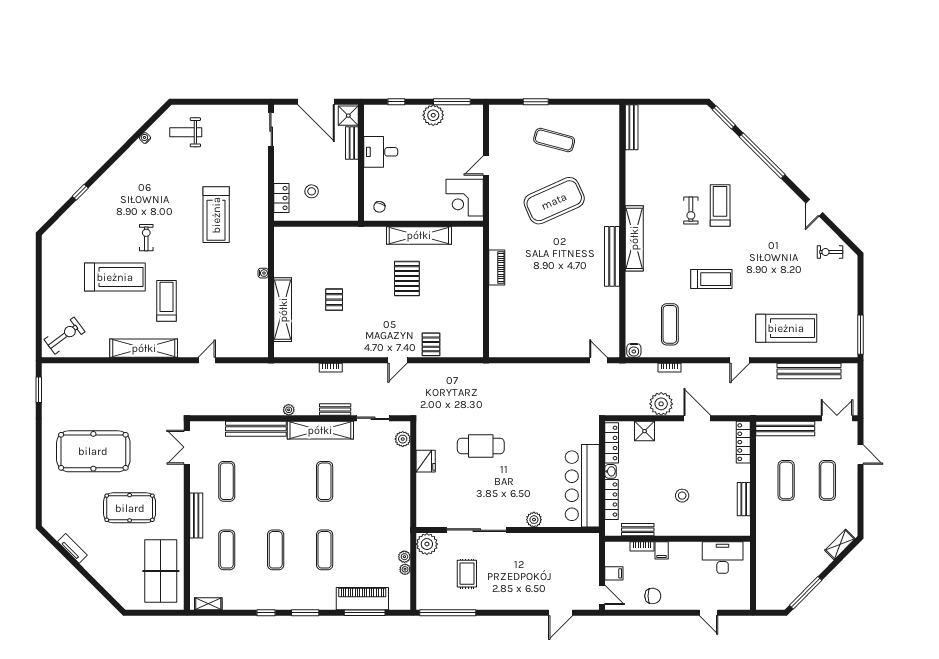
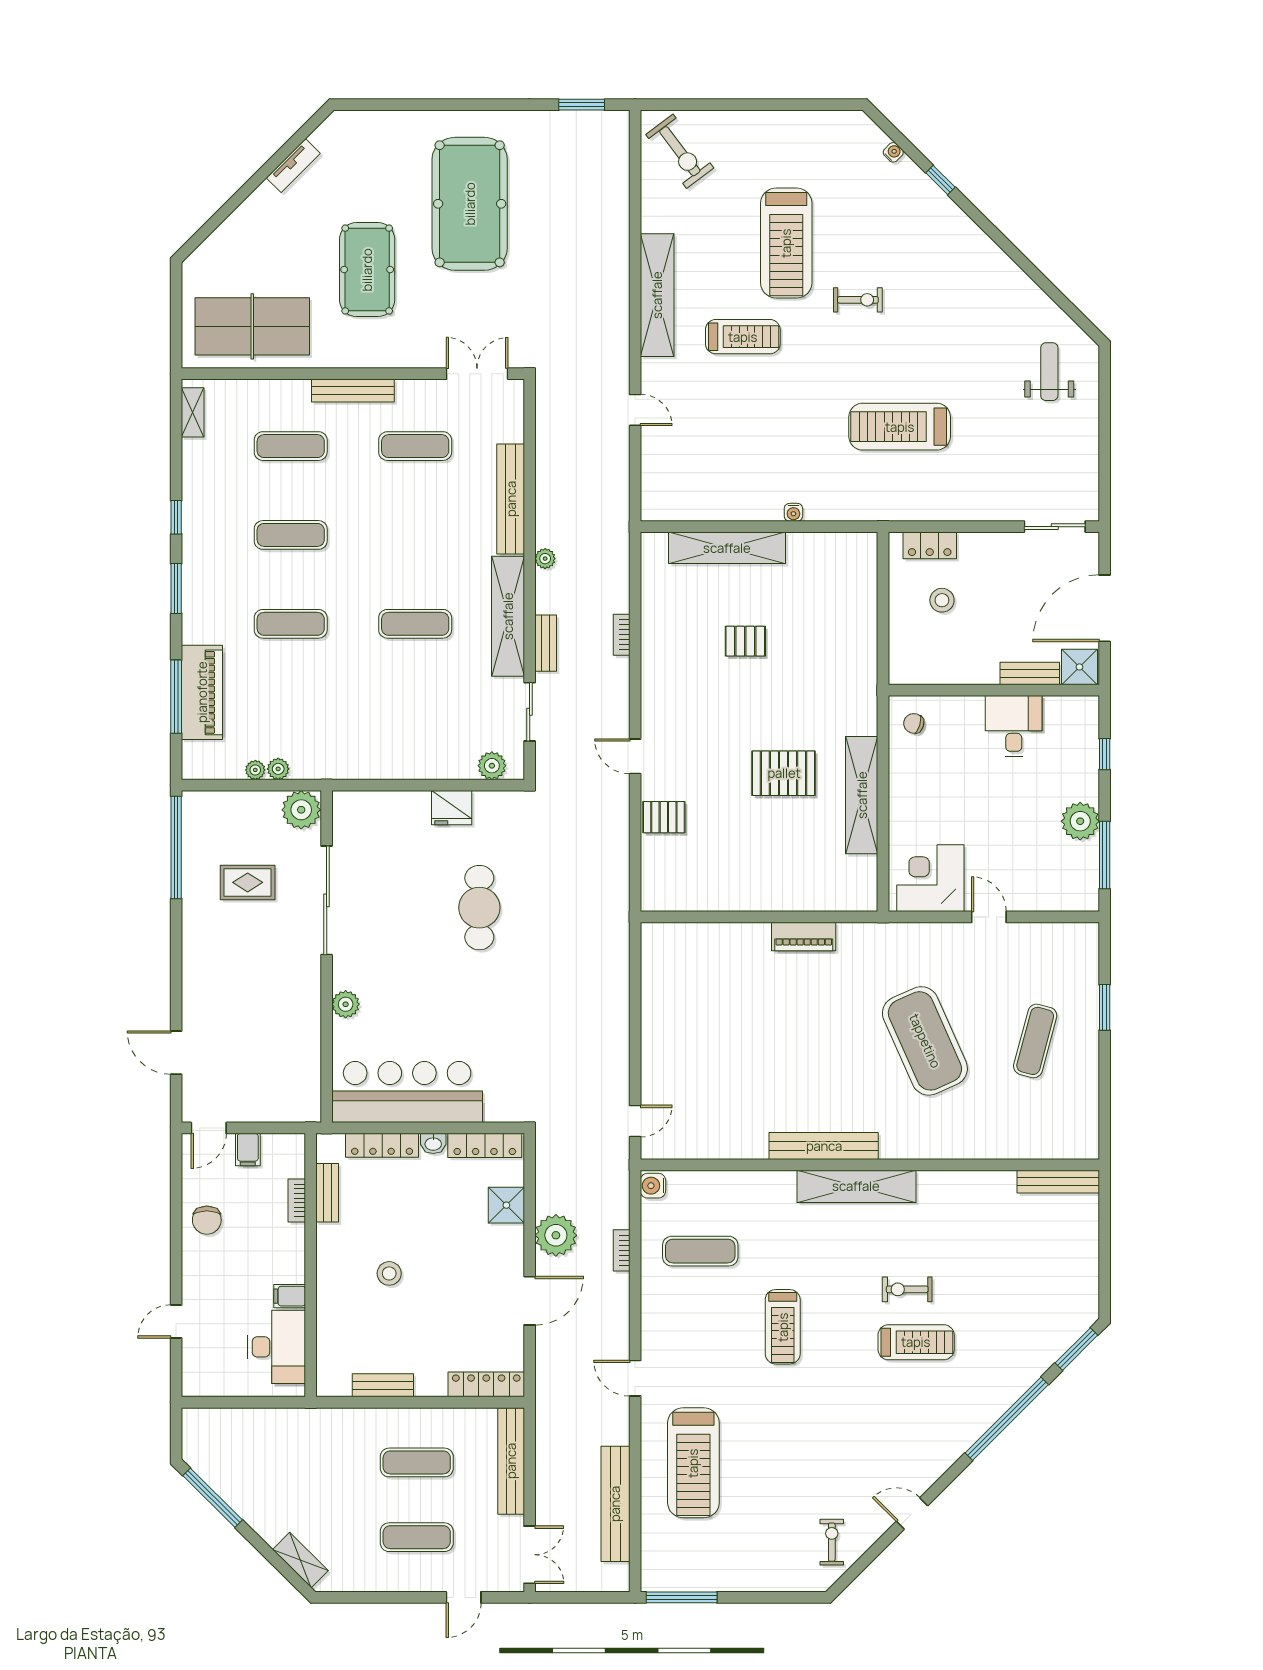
water cooler: (145, 138) -> (893, 152), moved
filing cabinet: (662, 550) -> (290, 1296), moved

